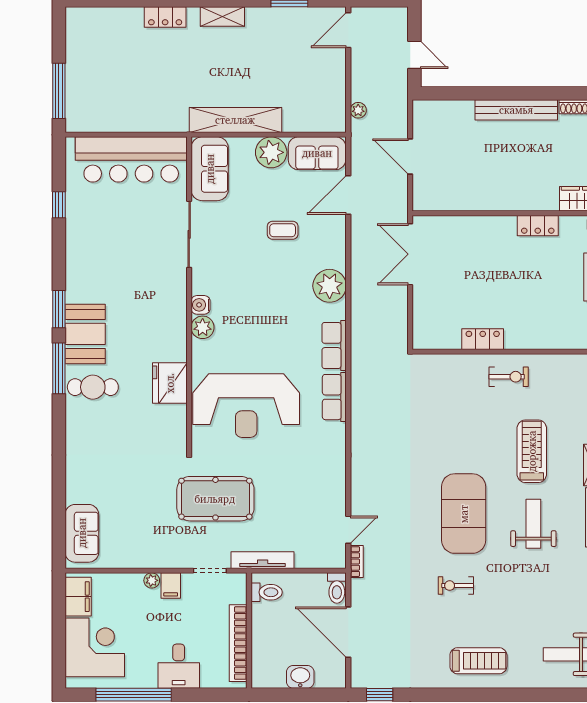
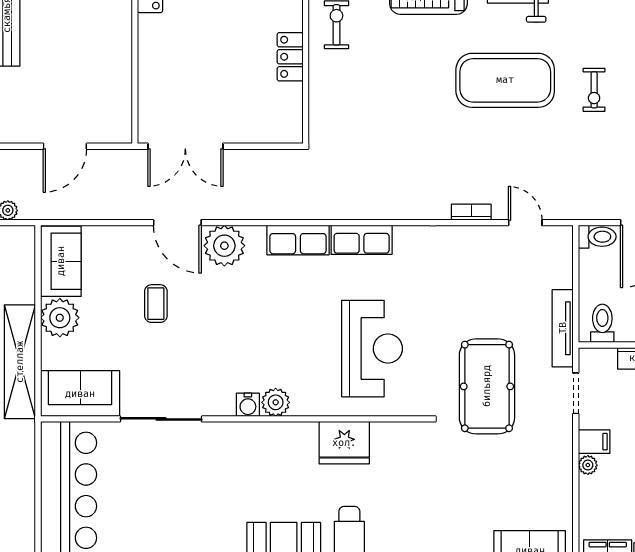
door: (348, 195) -> (177, 223), moved
reception desk: (246, 406) -> (372, 349), width x0.74, depth x0.77
bookcase: (357, 562) -> (471, 212), moved

